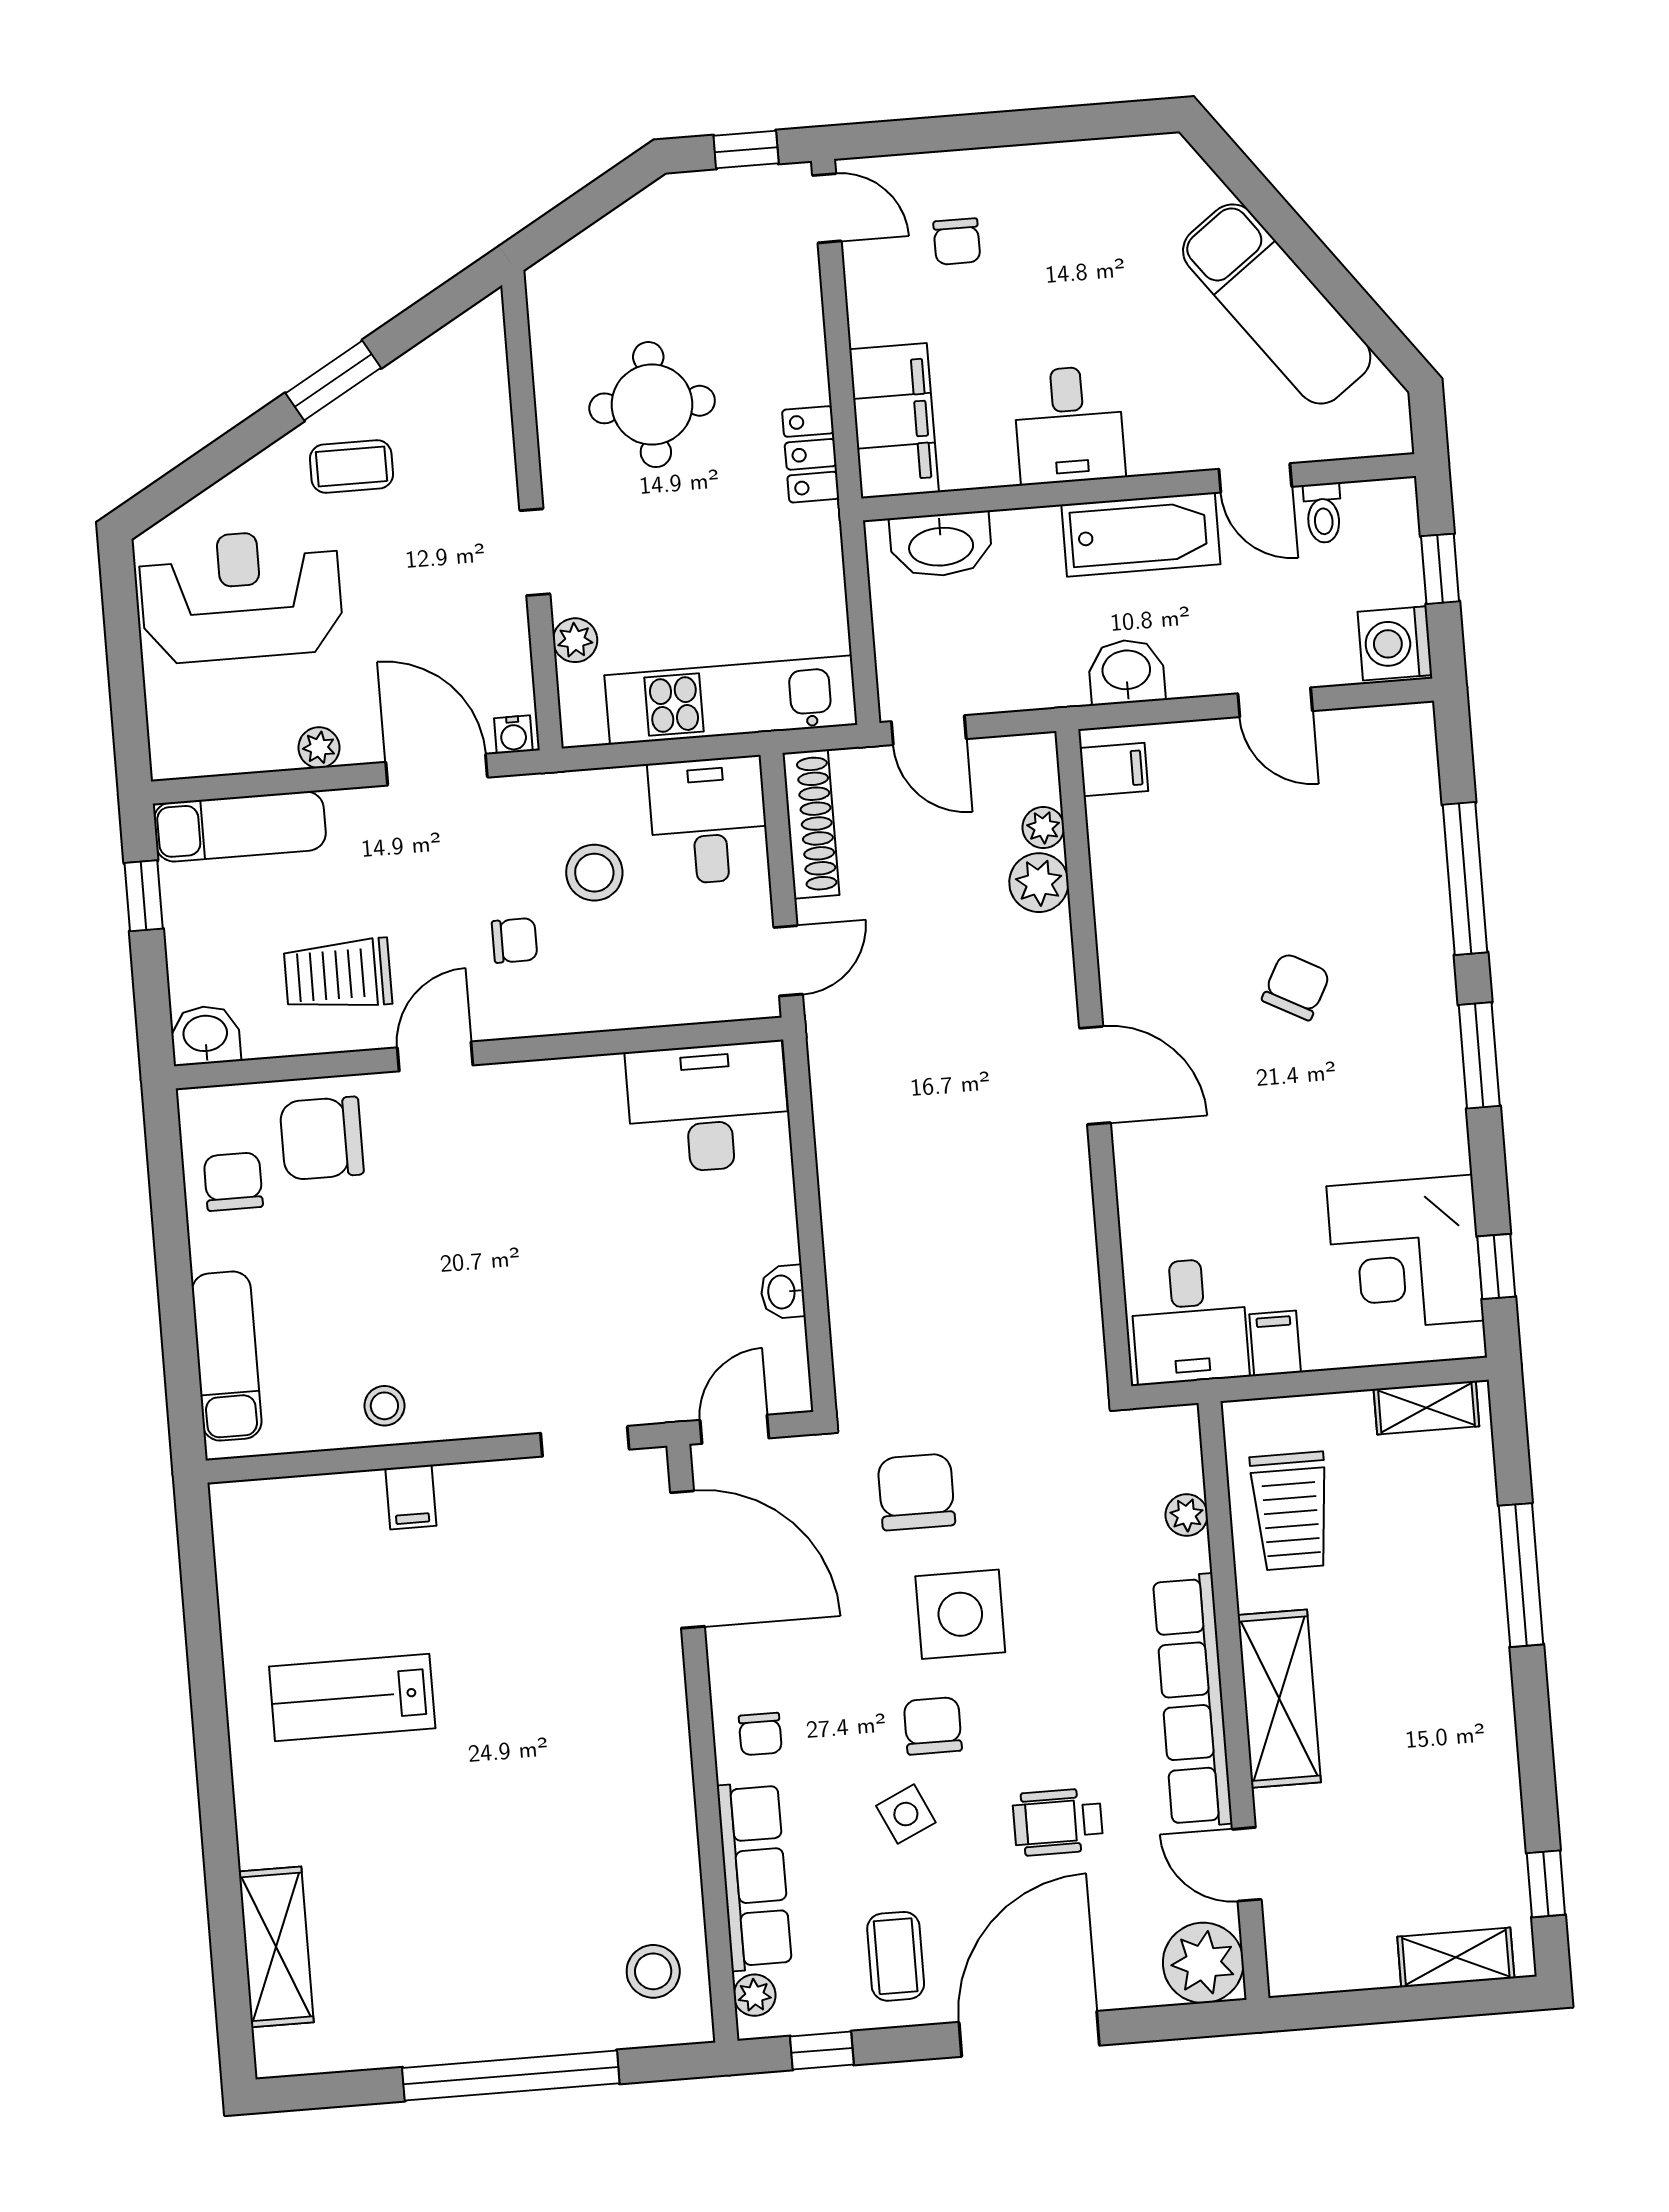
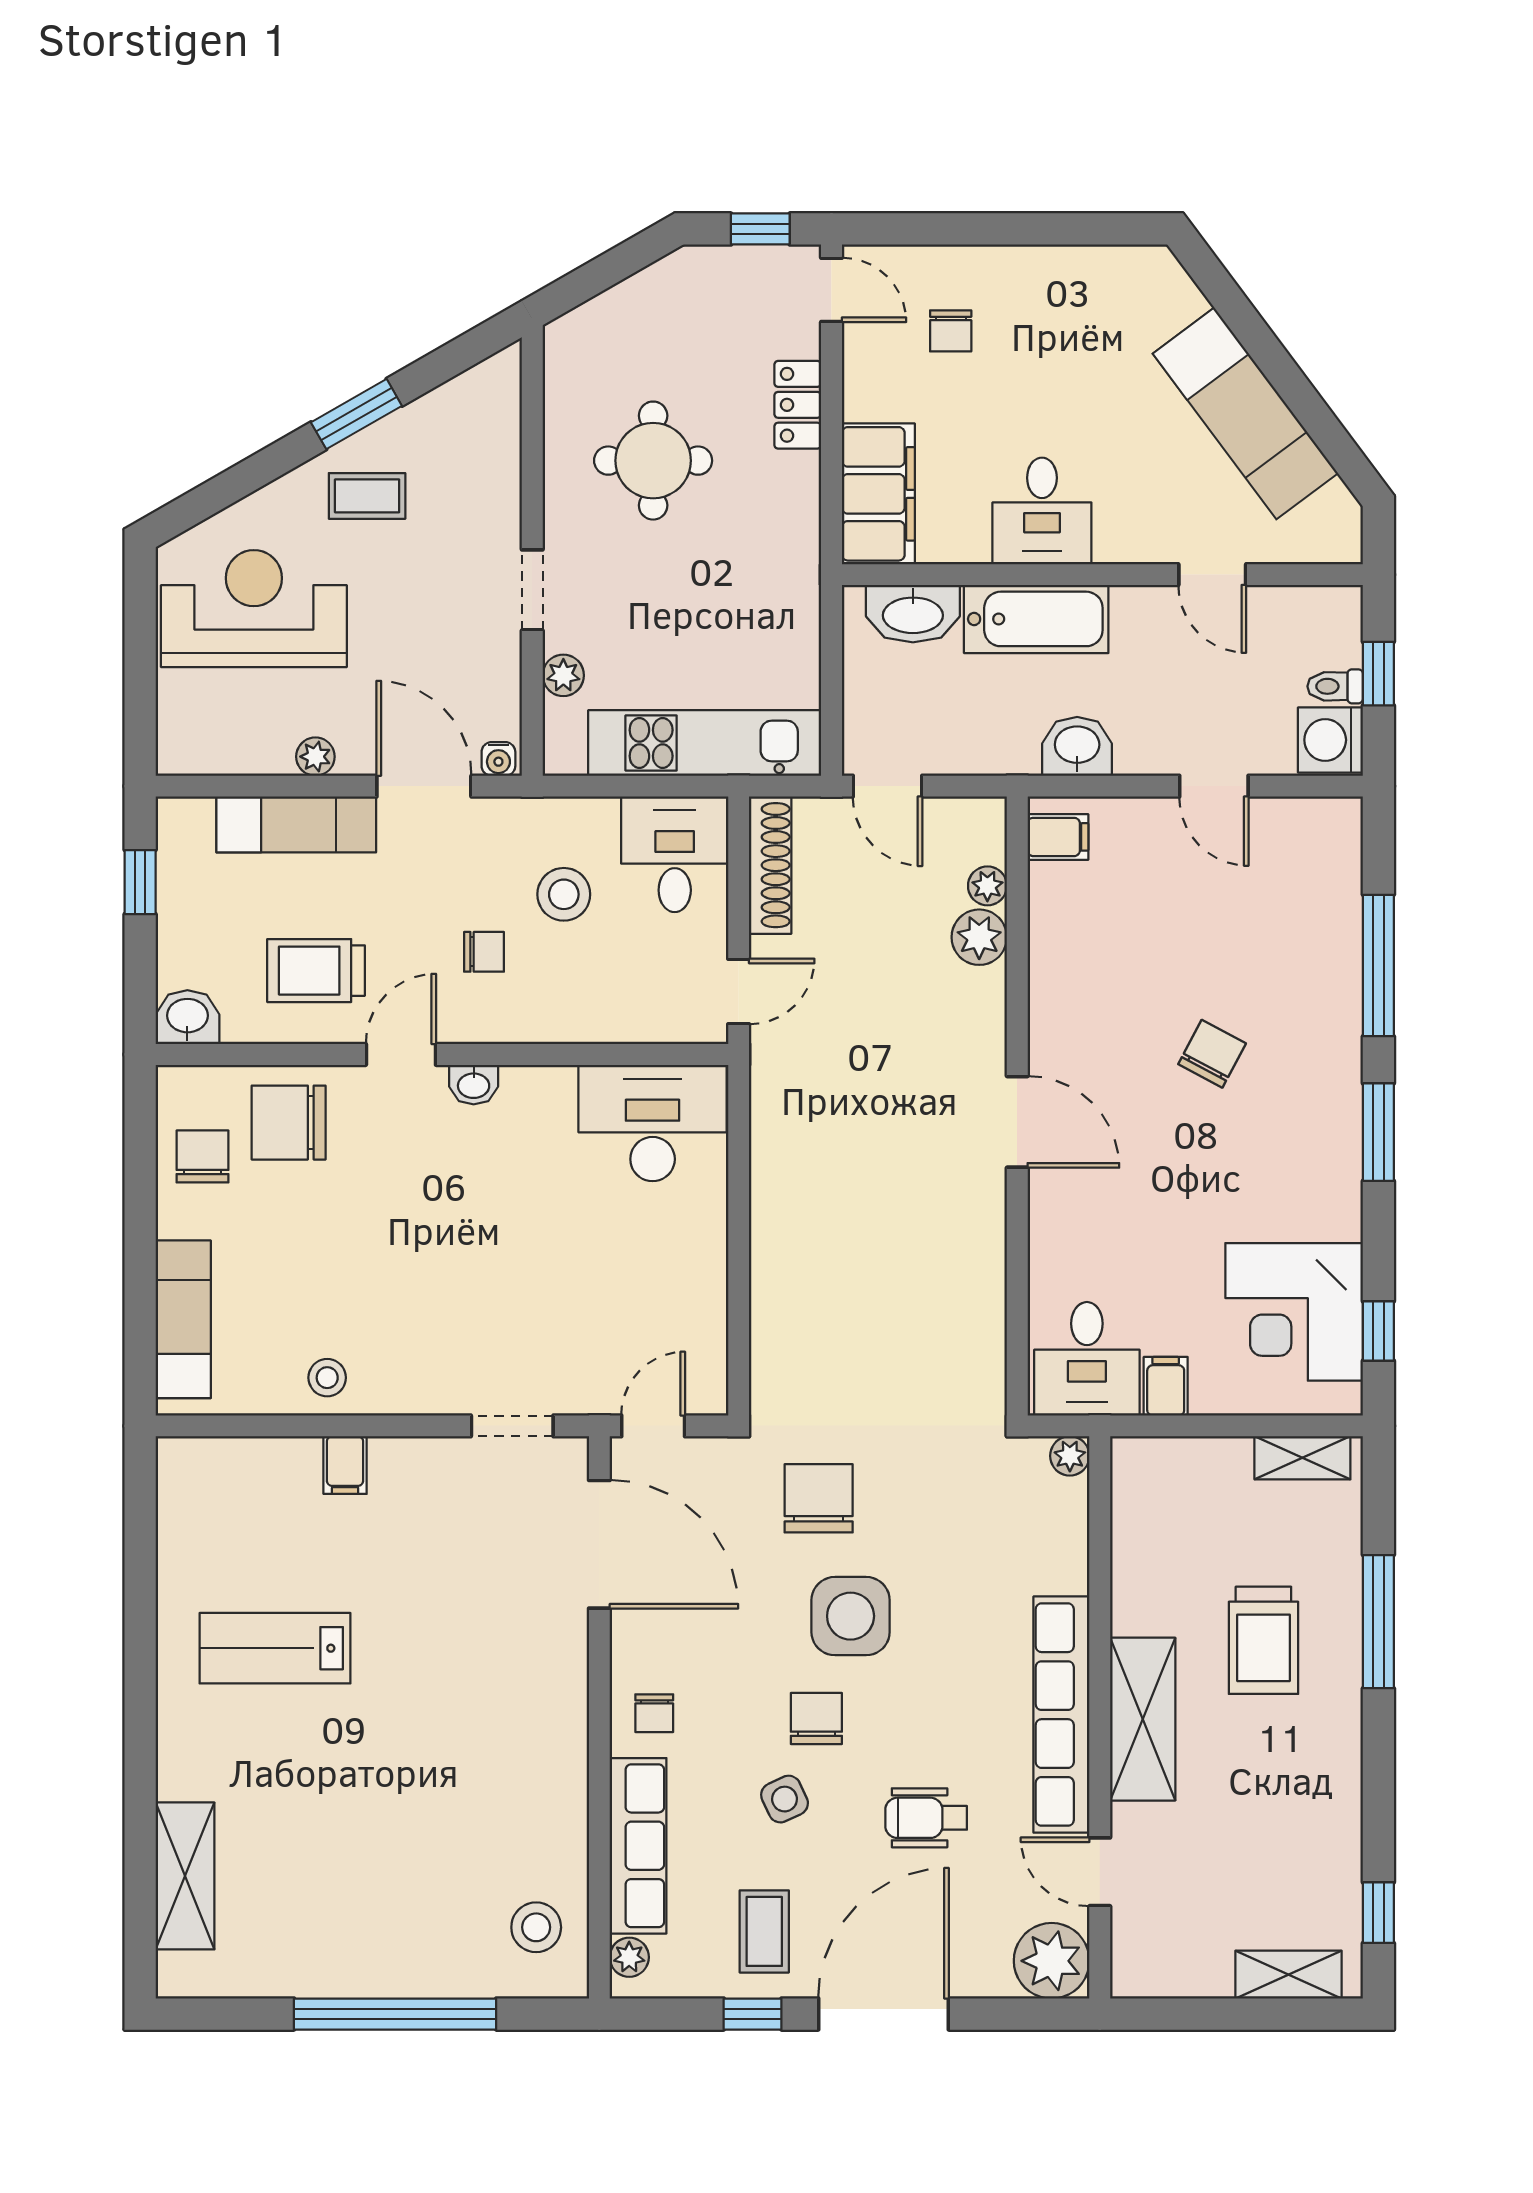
locker: (811, 454) -> (798, 405), moved
toilet: (1323, 513) -> (1335, 686), moved, turned 90
bathtub: (1141, 534) -> (1036, 619), moved
exam couch: (240, 826) -> (296, 824), moved
washbasin: (783, 1292) -> (474, 1085), moved, turned -90
trolley: (1291, 1511) -> (1263, 1640), moved
plant: (1187, 1515) -> (1070, 1456), moved
window: (822, 2051) -> (753, 2014), moved

